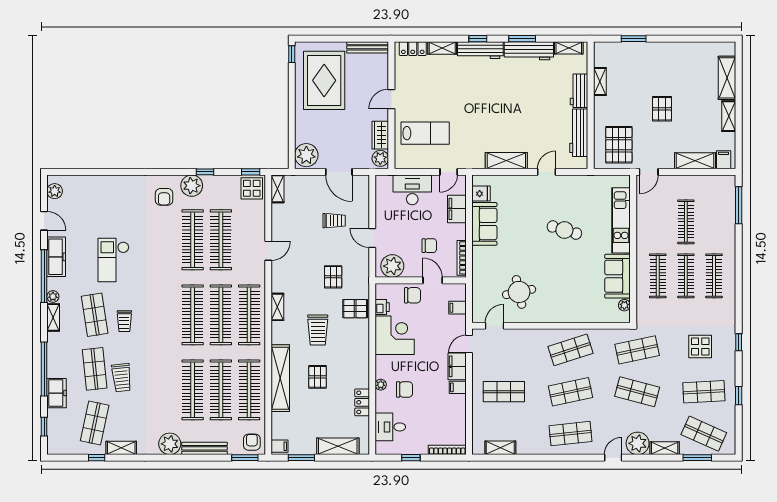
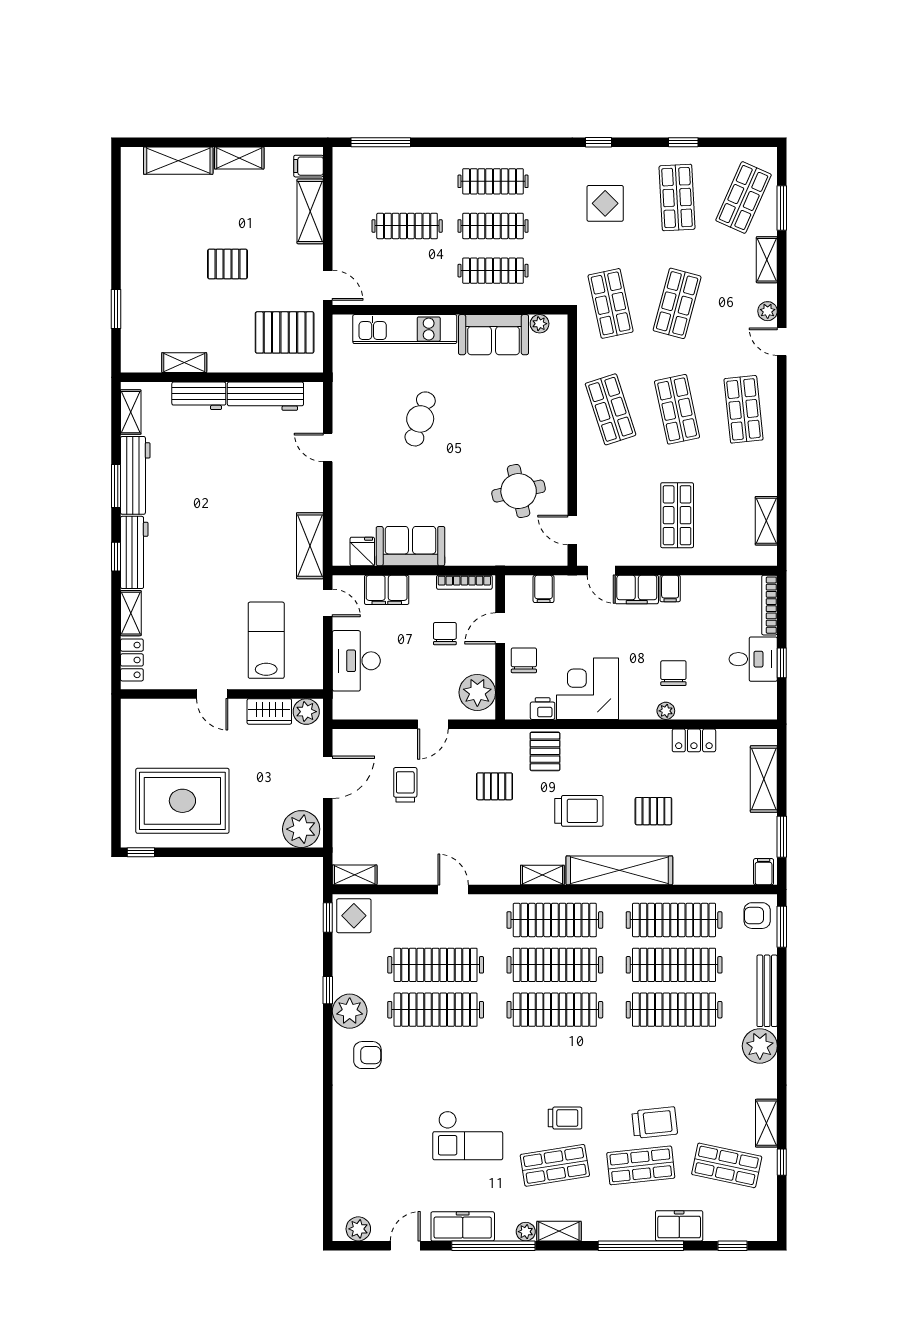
bench: (368, 47) -> (130, 732), removed
shelving: (506, 161) -> (310, 546), moved
shelving: (280, 378) -> (619, 870), moved
desk: (390, 427) -> (753, 659), moved, turned -90
plant: (638, 443) -> (768, 311), width x0.53, depth x0.53

